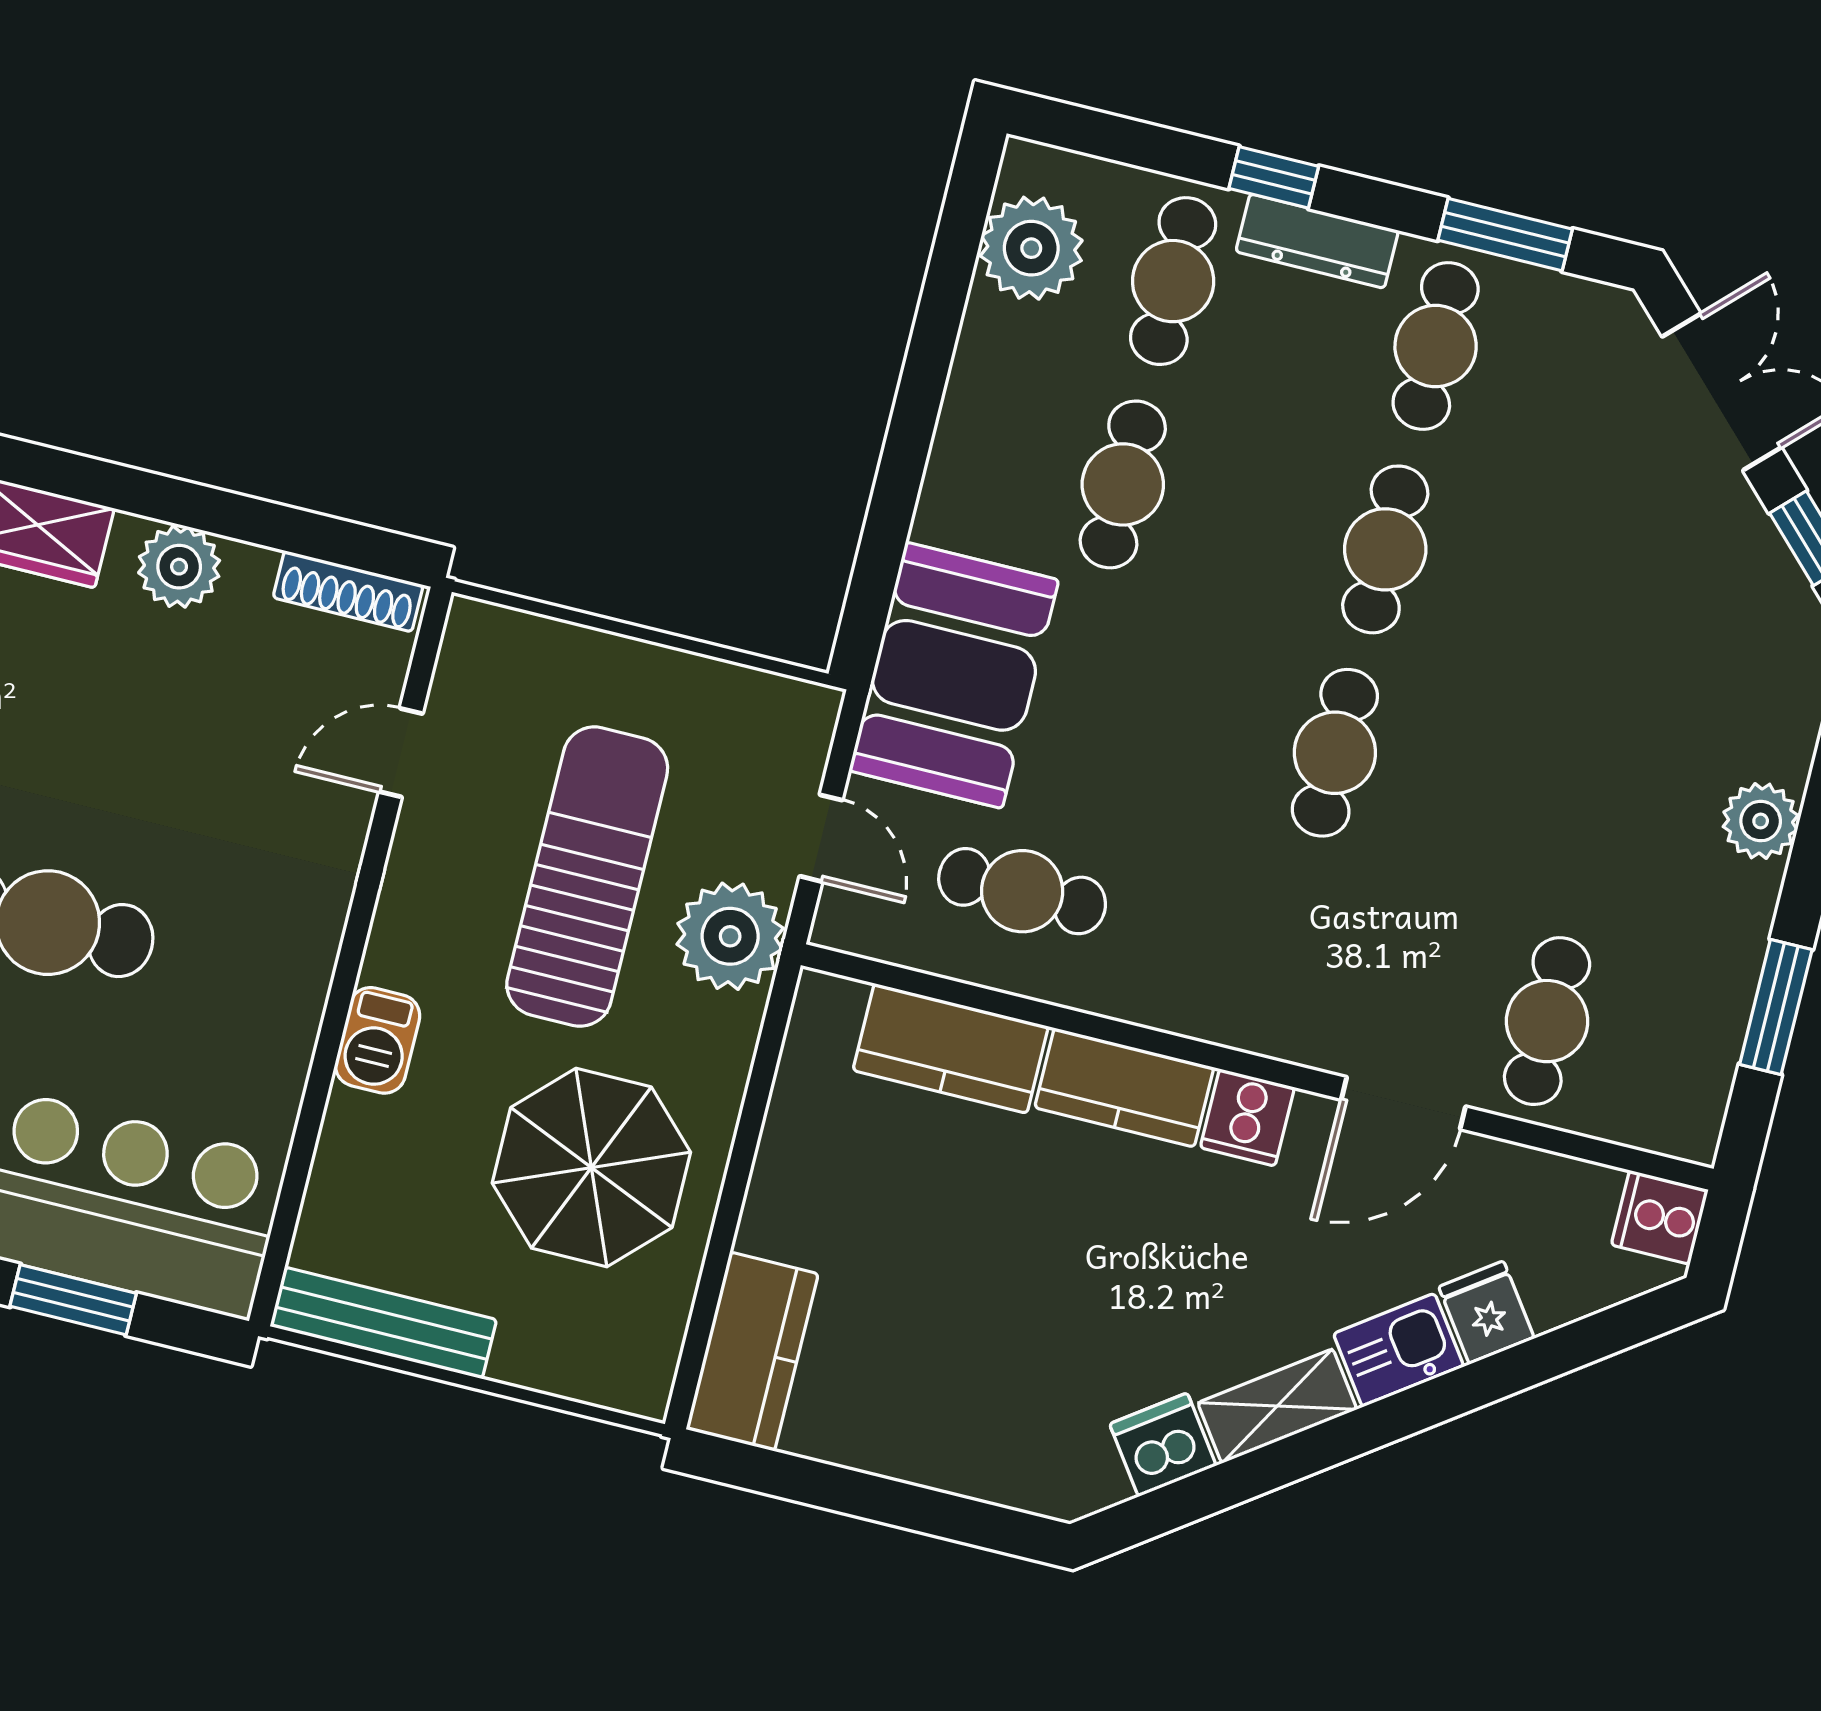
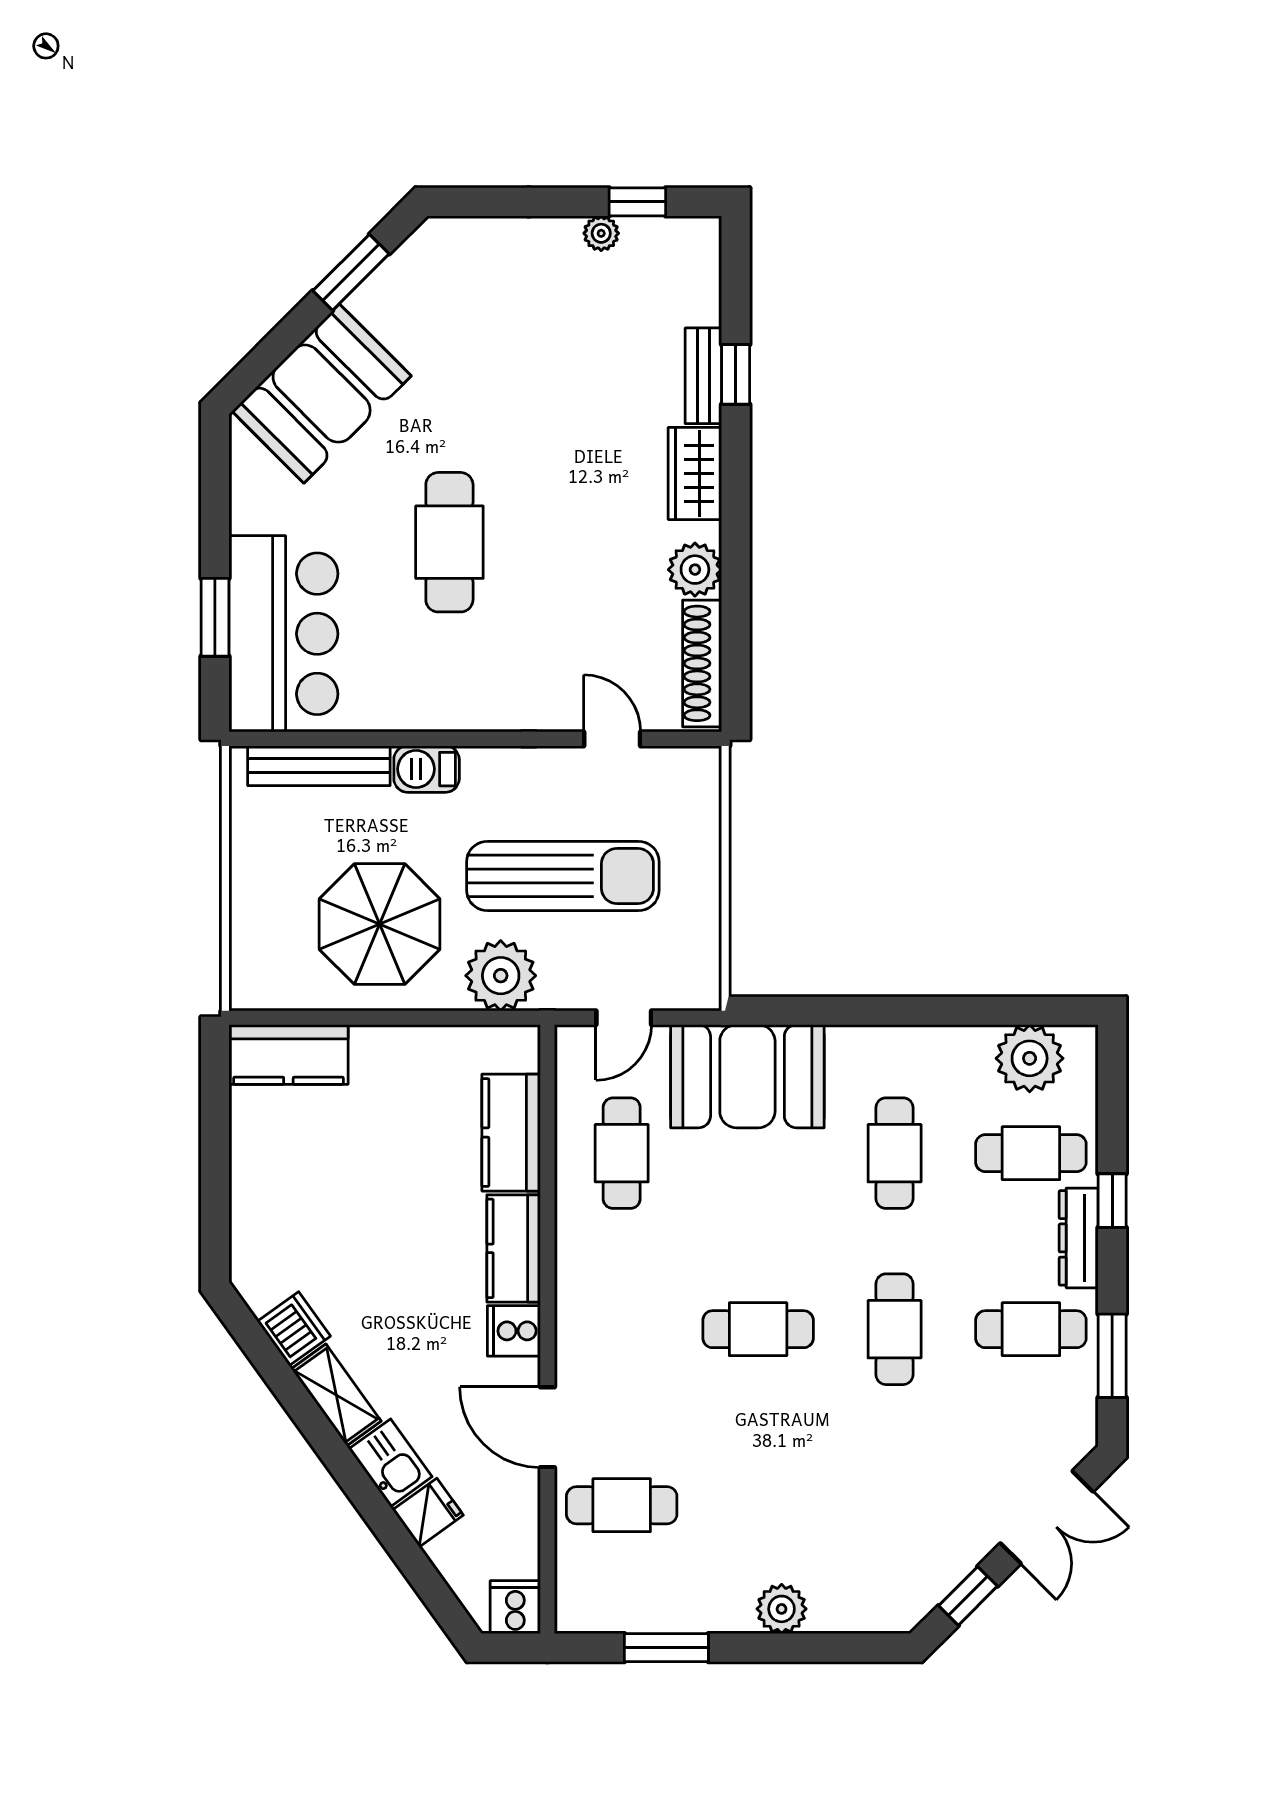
cafe table: (1123, 484) -> (895, 1153), turned 90
cafe table: (1385, 549) -> (895, 1329), turned 90
shoe rack: (348, 591) -> (702, 663), width x1.36, depth x1.24
plant: (730, 936) -> (501, 976), moved
bench: (383, 1323) -> (319, 766), moved, turned 90

